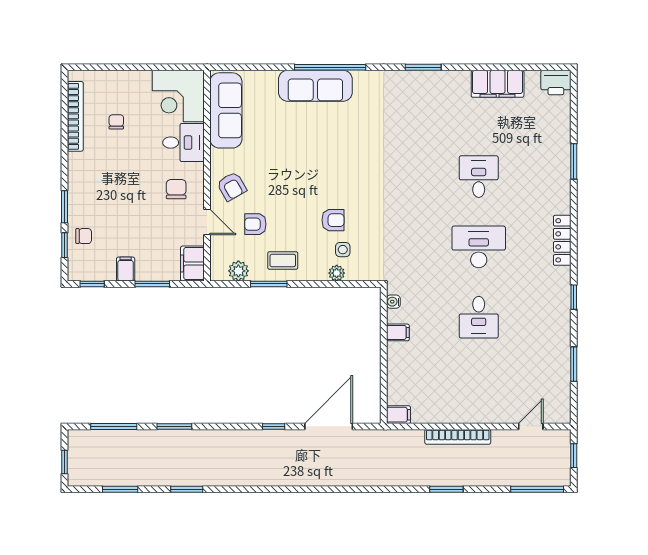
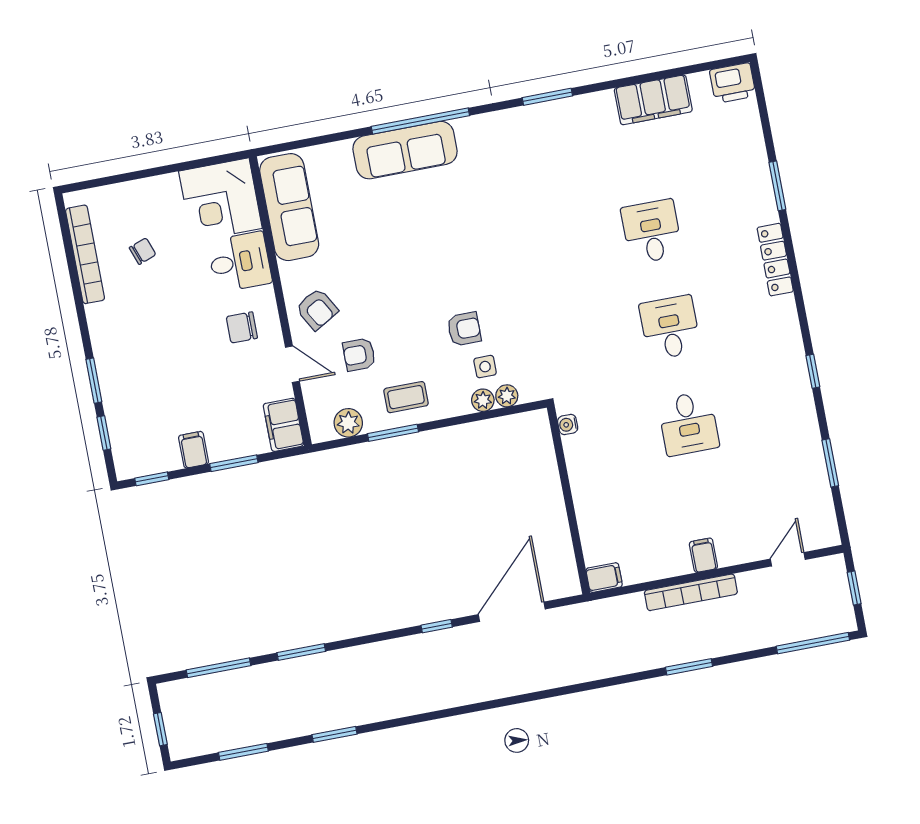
chair: (116, 122) -> (143, 251), turned 70
chair: (176, 189) -> (242, 327), turned -90
chair: (84, 236) -> (128, 416), removed
locker: (562, 240) -> (775, 260), moved
desk: (479, 247) -> (670, 328), width x0.73
plant: (354, 273) -> (507, 396), added
filing cabinet: (398, 332) -> (703, 555), moved, turned -90

